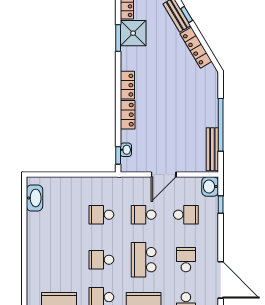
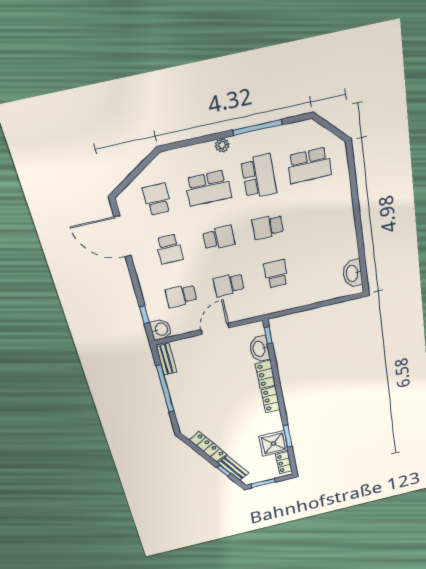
bench: (212, 149) -> (166, 359), width x0.73
washbasin: (126, 150) -> (259, 349), width x1.91, depth x1.45
school desk: (101, 215) -> (276, 274), turned -90
school desk: (144, 215) -> (229, 285), turned 180
school desk: (101, 260) -> (268, 227), turned 180
school desk: (144, 260) -> (219, 238), width x0.54

